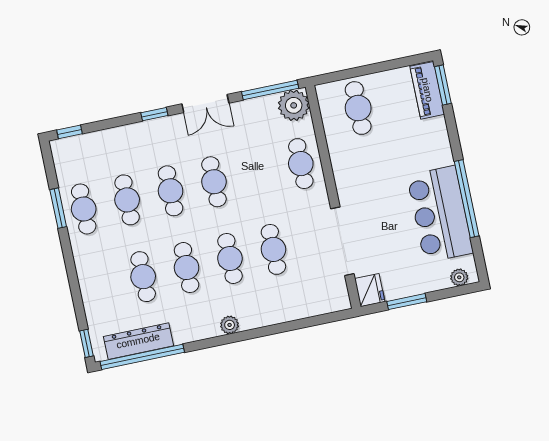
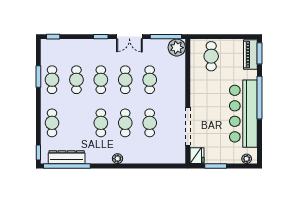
cafe table: (301, 164) -> (150, 80), moved
window: (467, 199) -> (259, 98), moved
bar counter: (440, 214) -> (243, 114), width x1.36
cafe table: (143, 277) -> (52, 123), moved

